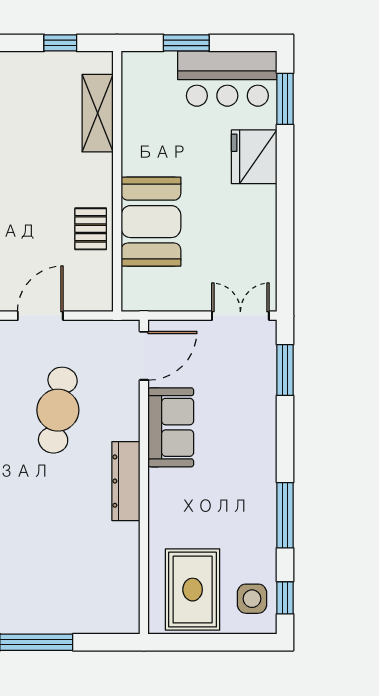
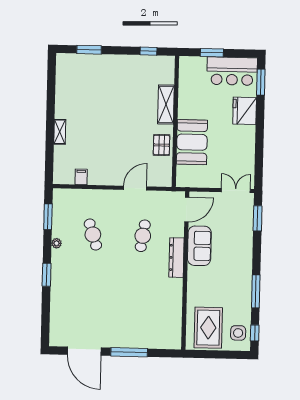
shelving: (98, 113) -> (166, 104), moved
cafe table: (58, 410) -> (143, 236), width x0.73, depth x0.74
dresser: (126, 481) -> (176, 258), moved

